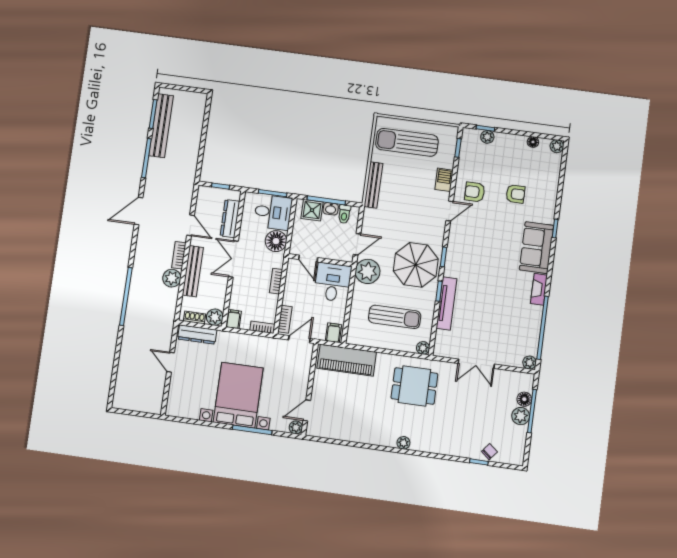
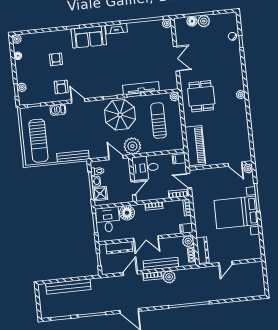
bench: (161, 126) -> (68, 287), moved

